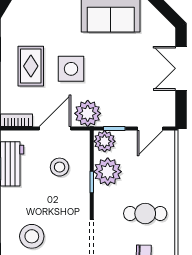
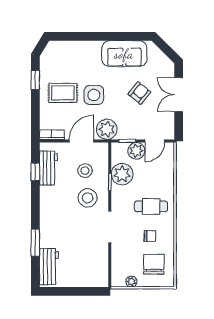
rug: (31, 66) -> (63, 93), turned 90
armchair: (130, 66) -> (139, 93), added
plant: (105, 141) -> (136, 151), moved
stool: (32, 236) -> (88, 198), moved

